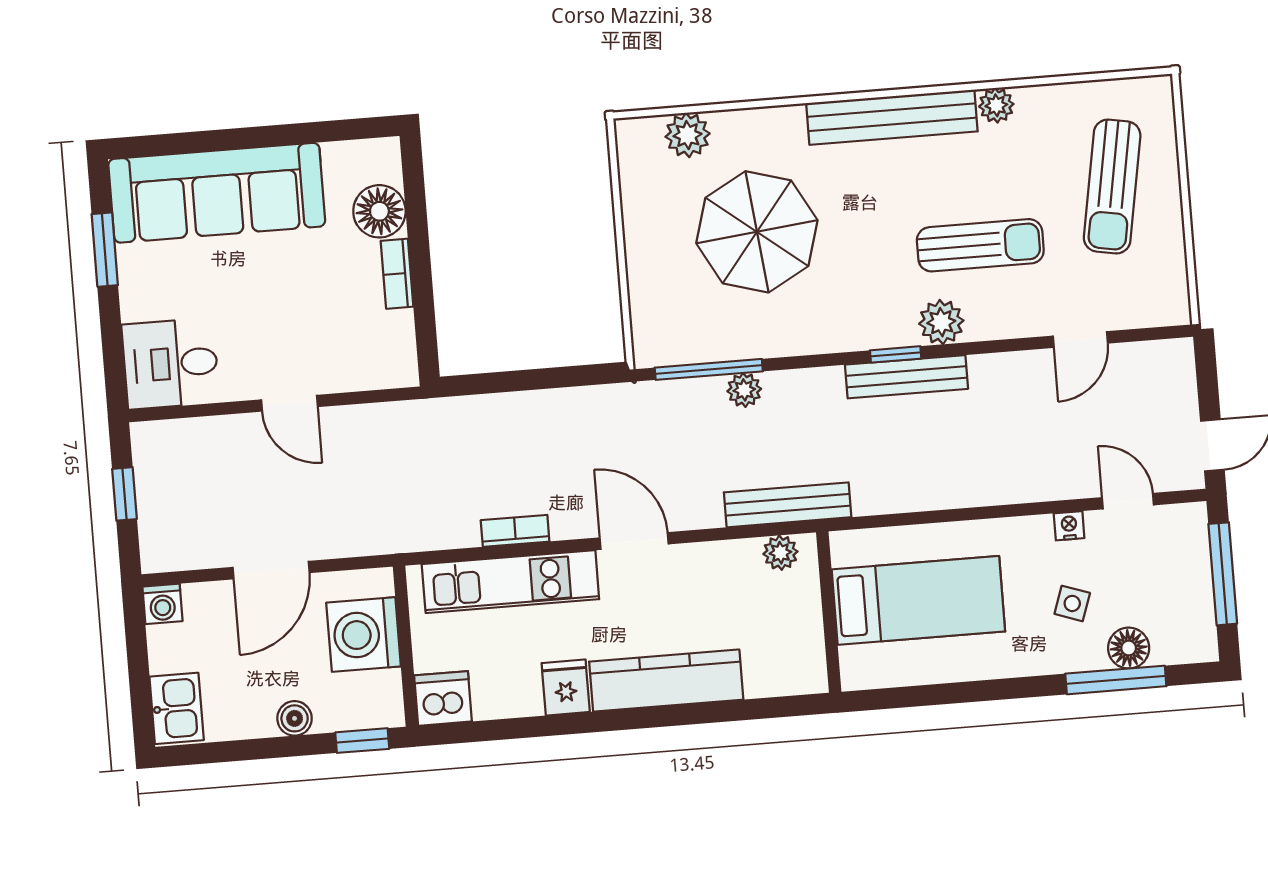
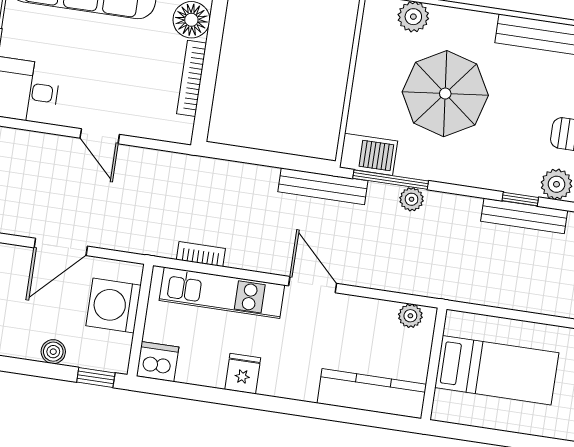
bookcase: (397, 274) -> (192, 78), width x1.56
barbecue: (670, 341) -> (368, 154), added
bench: (788, 505) -> (323, 186), moved
bookcase: (515, 531) -> (201, 254), moved
kitchen counter: (666, 681) -> (372, 394), moved

